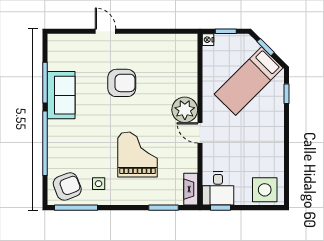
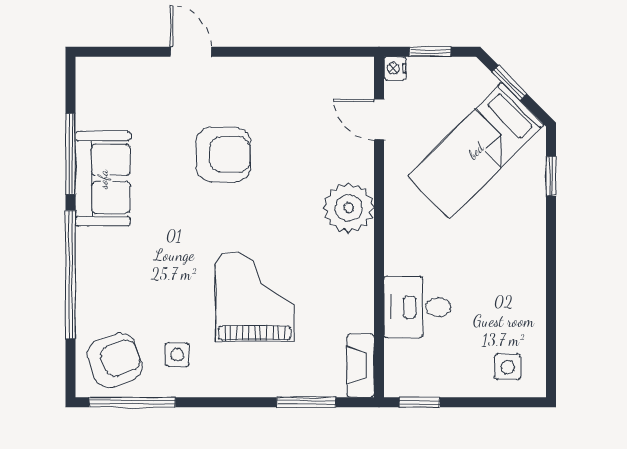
door: (200, 133) -> (379, 119), moved
desk: (218, 188) -> (417, 307), moved, turned 90
side table: (265, 190) -> (508, 367), width x0.54, depth x0.54

